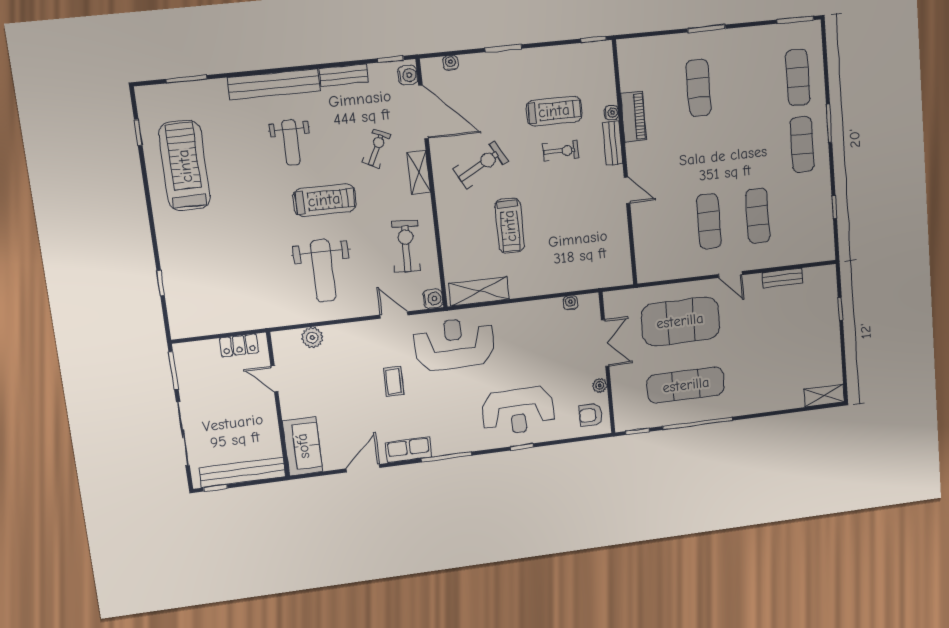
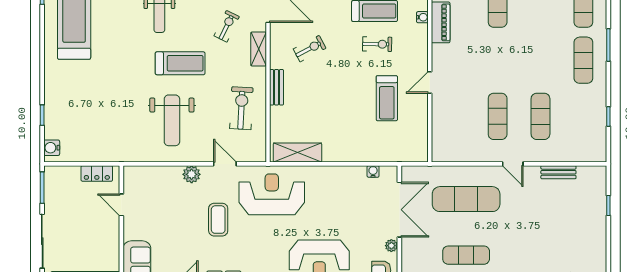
bench: (613, 143) -> (276, 87), moved
exercise bike: (481, 165) -> (310, 49), width x0.73, depth x0.72
door: (627, 190) -> (430, 82), swing flipped
treadmill: (510, 226) -> (387, 98), moved
water cooler: (433, 299) -> (52, 148), moved, turned 180
exercise mat: (680, 321) -> (466, 199), width x0.68
plant: (312, 338) -> (192, 174), moved
double door: (605, 343) -> (399, 210), width x1.37
coffee table: (394, 381) -> (218, 220), width x1.36, depth x1.30
exercise mat: (686, 385) -> (466, 255), width x0.73, depth x0.69

